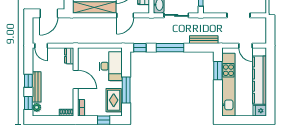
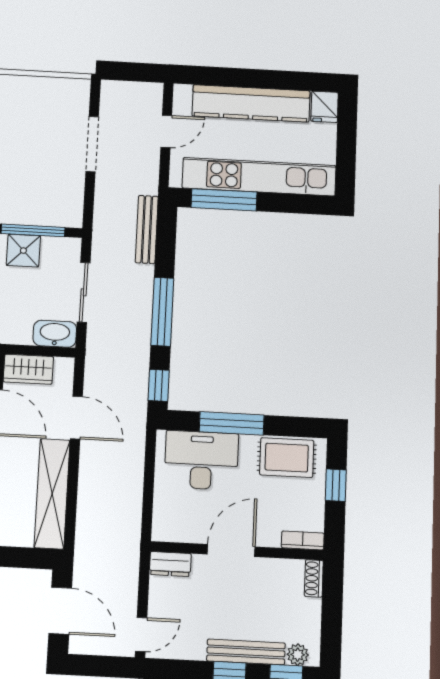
window: (218, 71) -> (224, 200), width x1.44
window: (126, 90) -> (232, 423), moved

